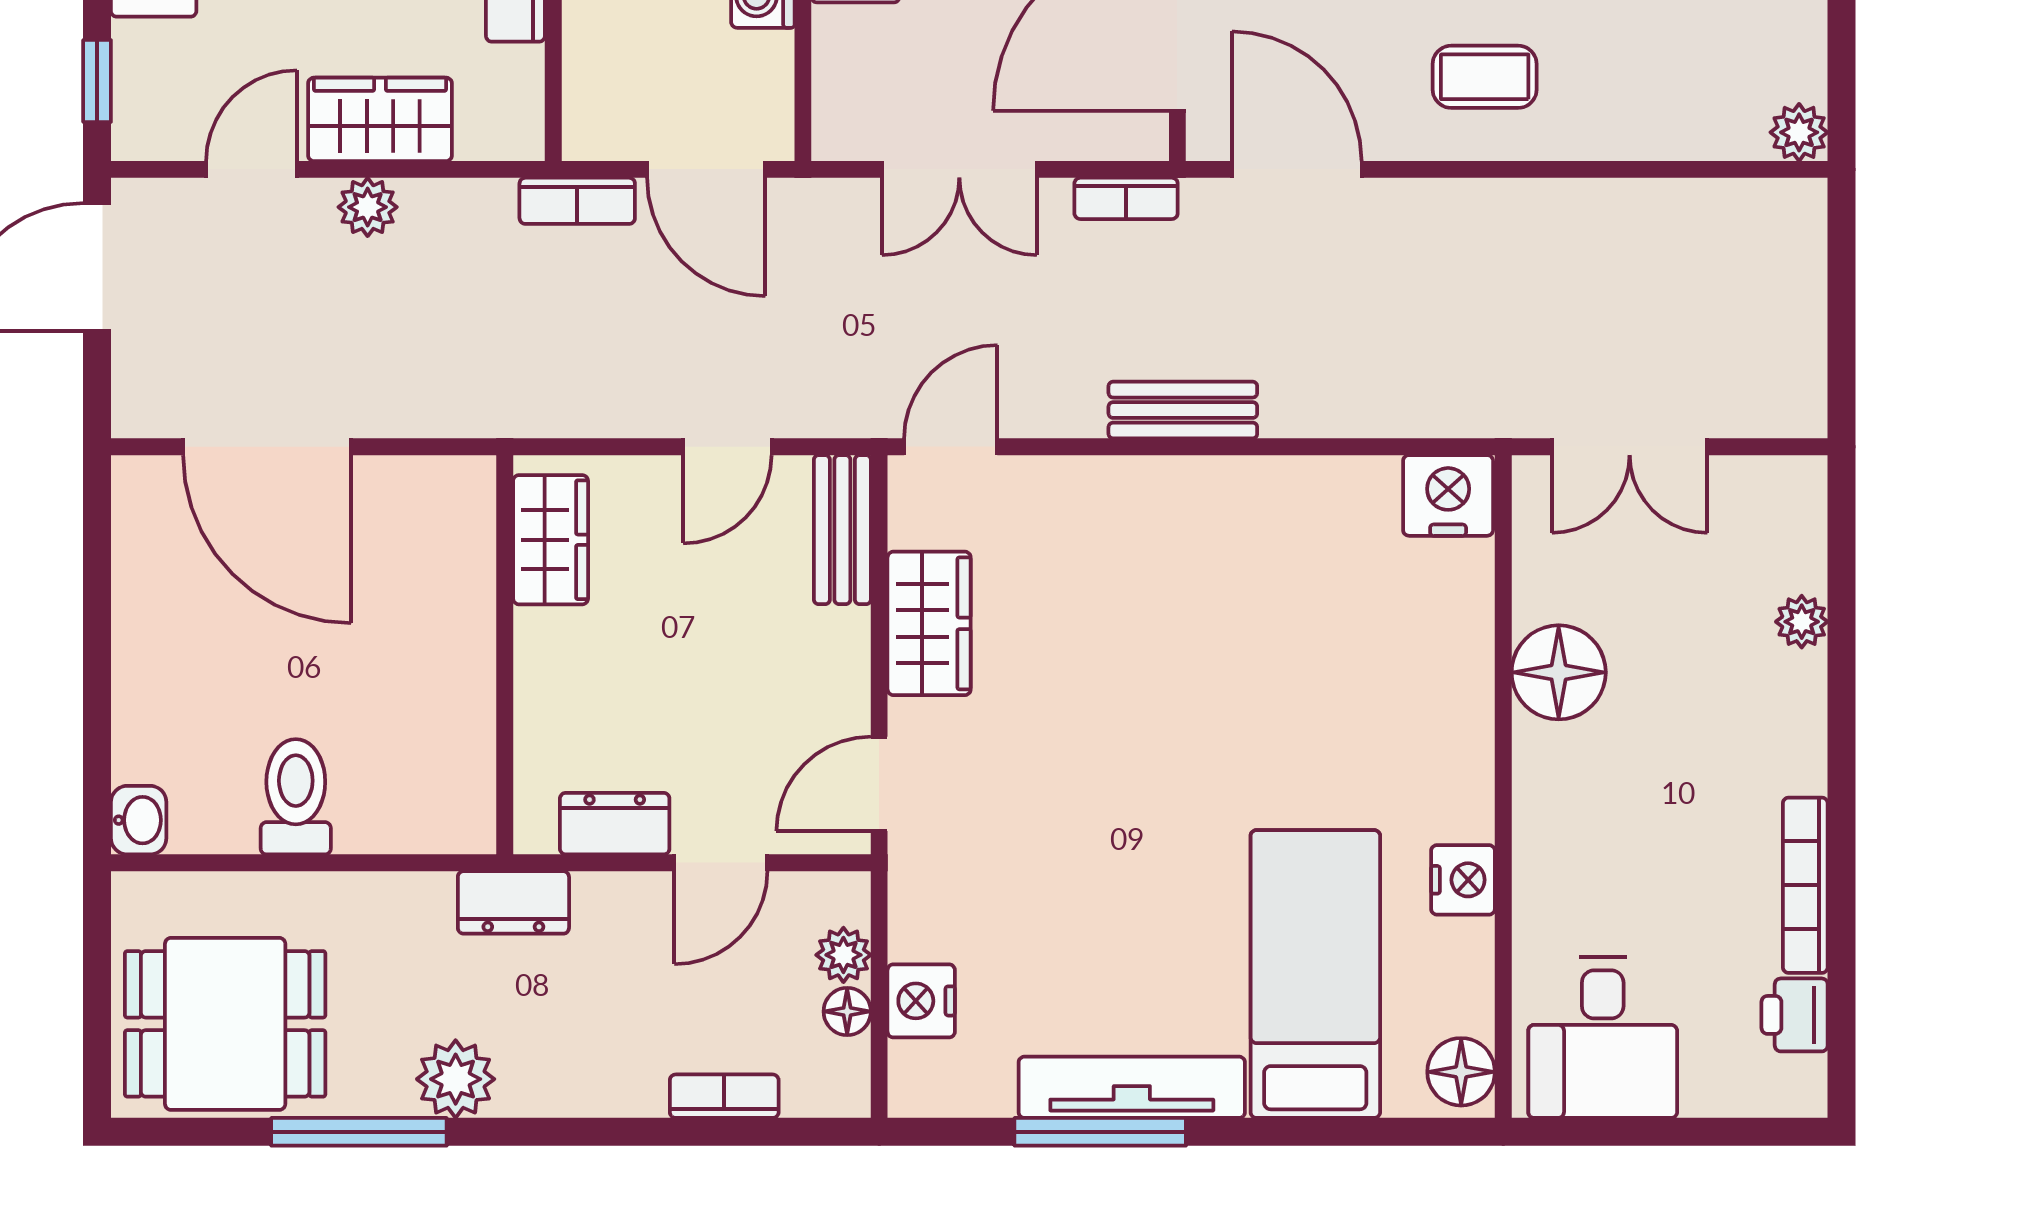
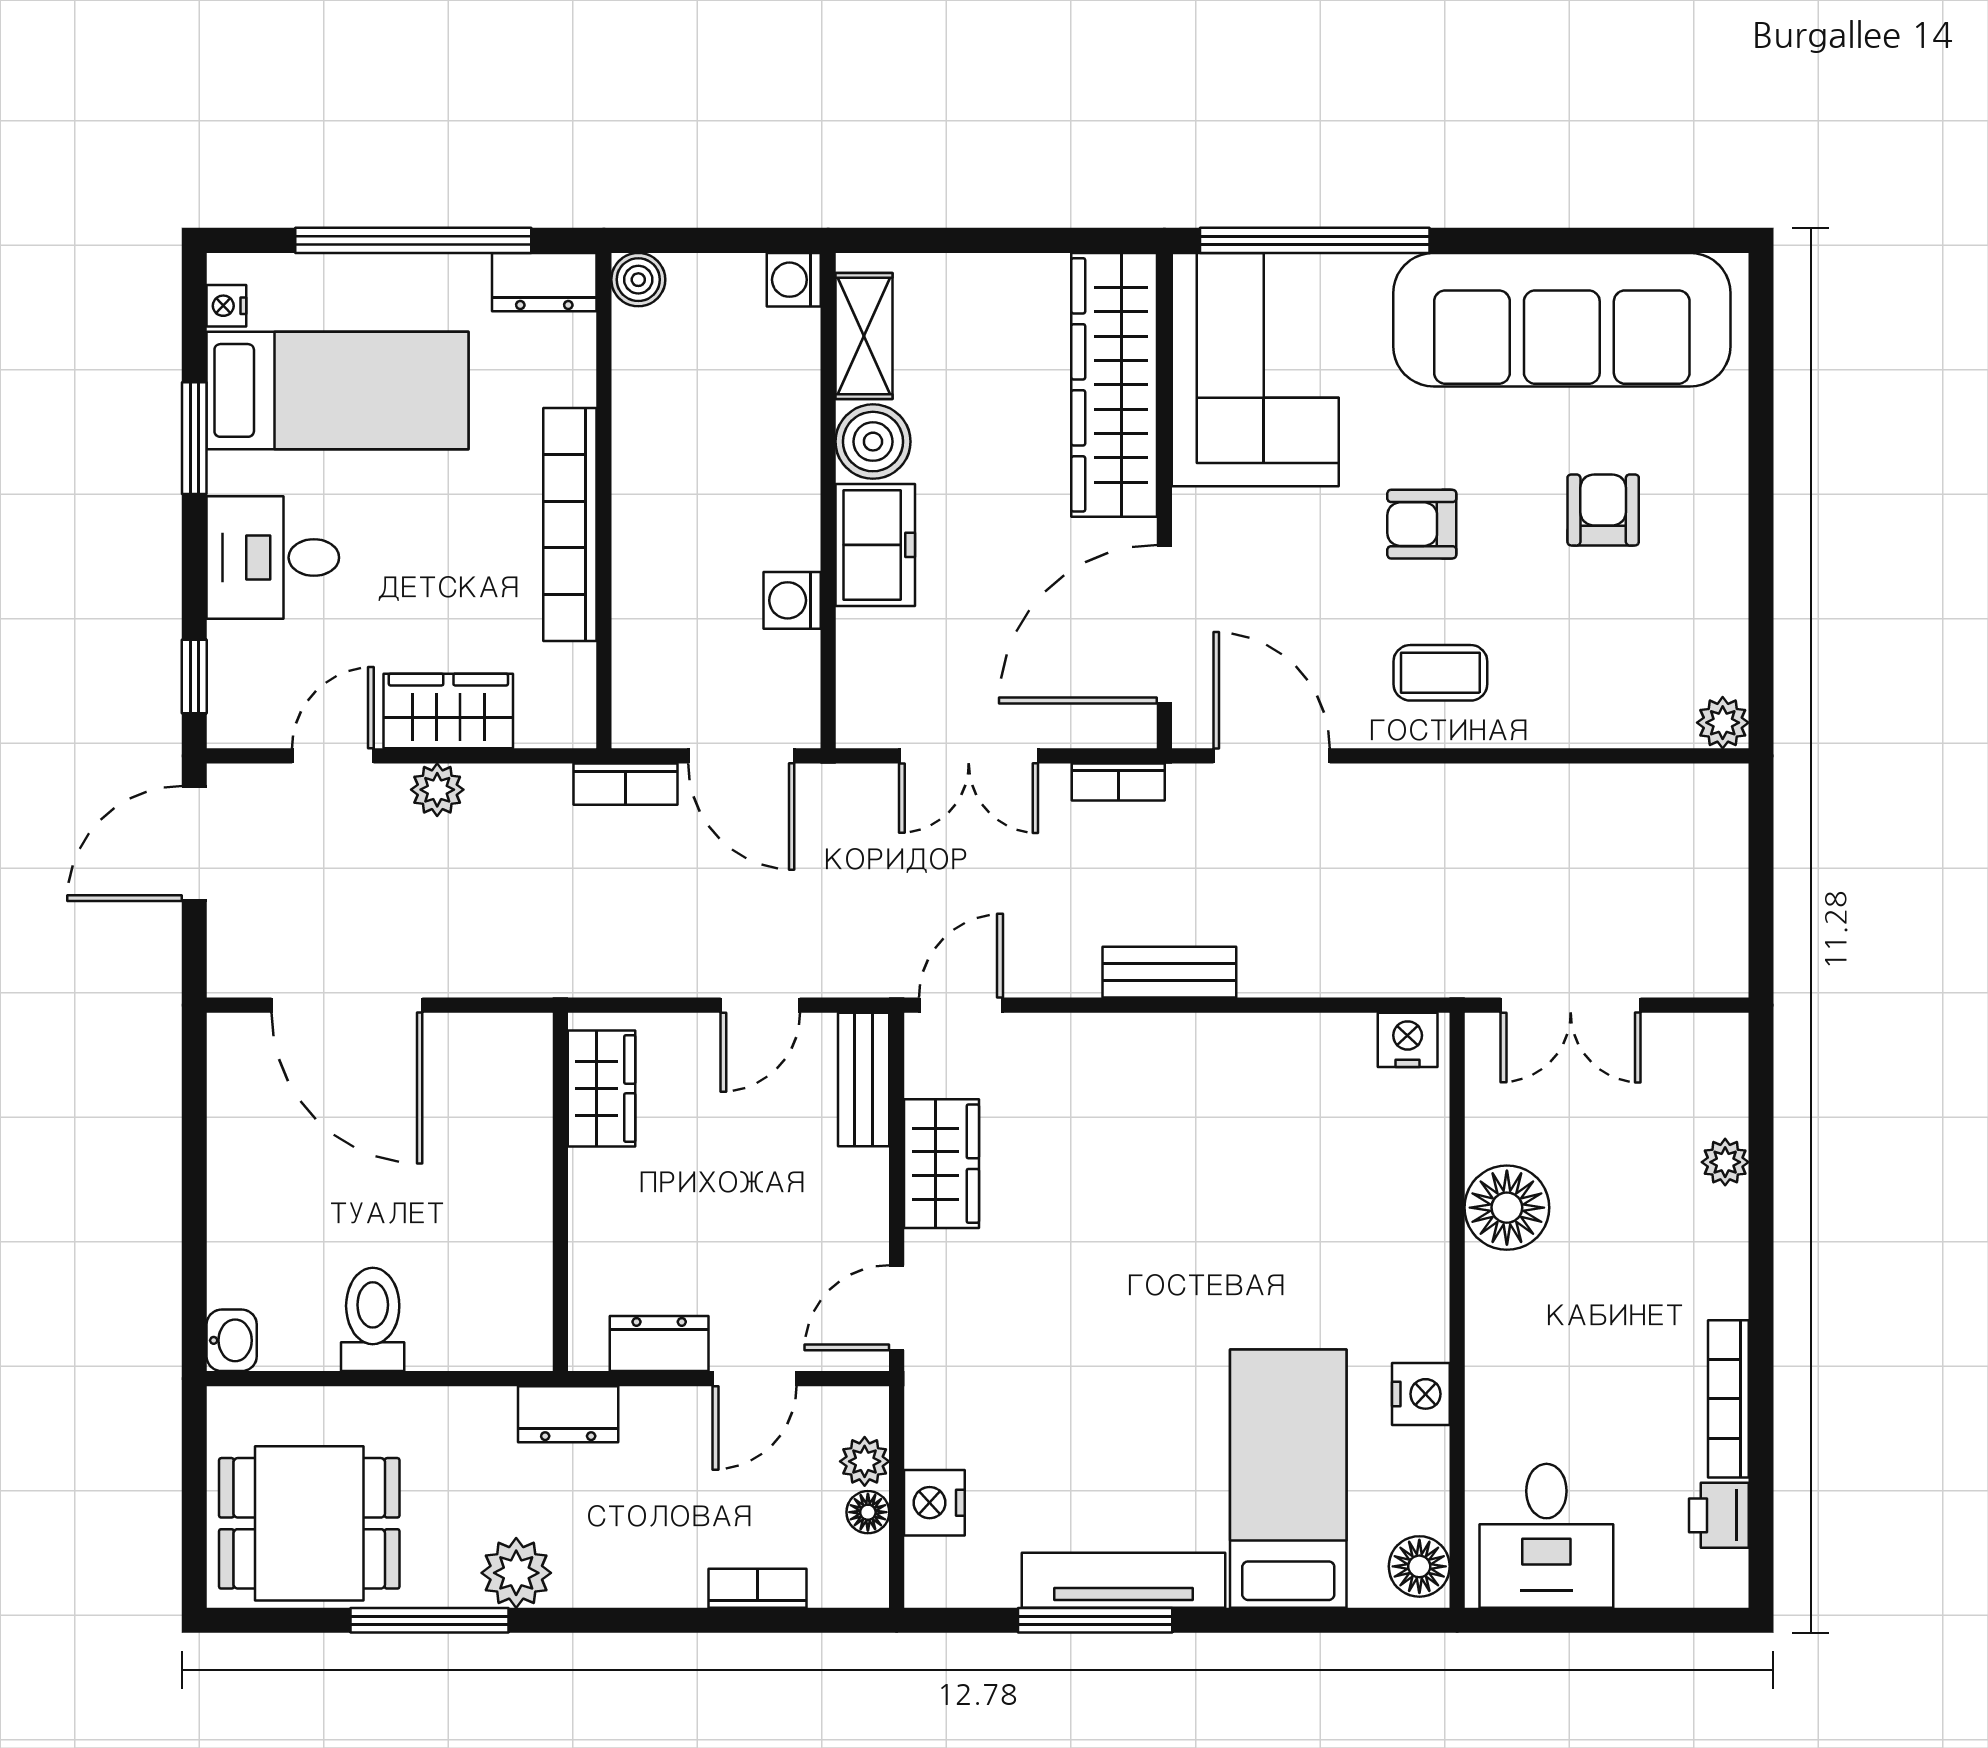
nightstand: (1448, 495) -> (1408, 1040), width x0.74, depth x0.75

